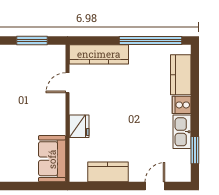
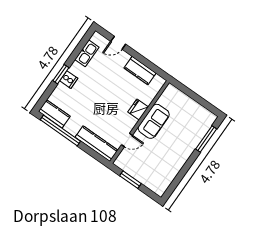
kitchen counter: (181, 75) -> (54, 114), moved, turned -90
kitchen sink: (182, 132) -> (87, 53), moved
window: (195, 150) -> (61, 74), moved
sofa: (52, 159) -> (154, 121), moved

